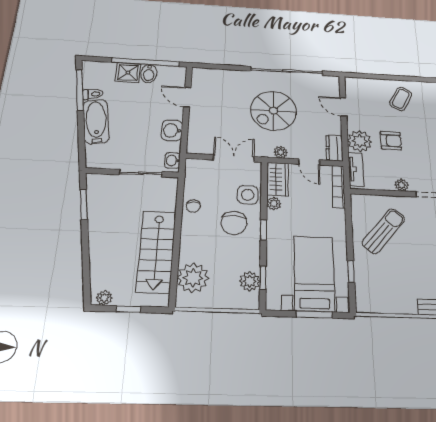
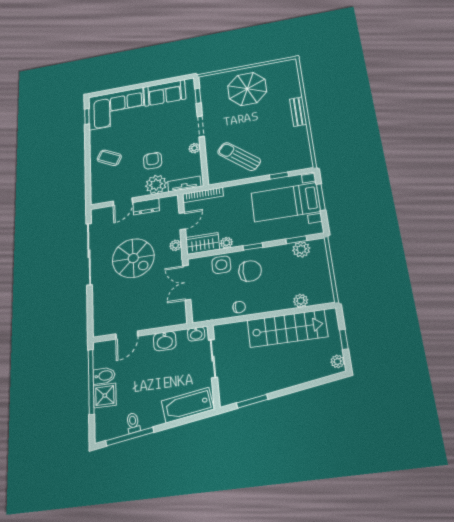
bathtub: (96, 122) -> (188, 405), moved
dresser: (334, 148) -> (146, 206), moved
plant: (193, 278) -> (301, 301), width x0.53, depth x0.53

